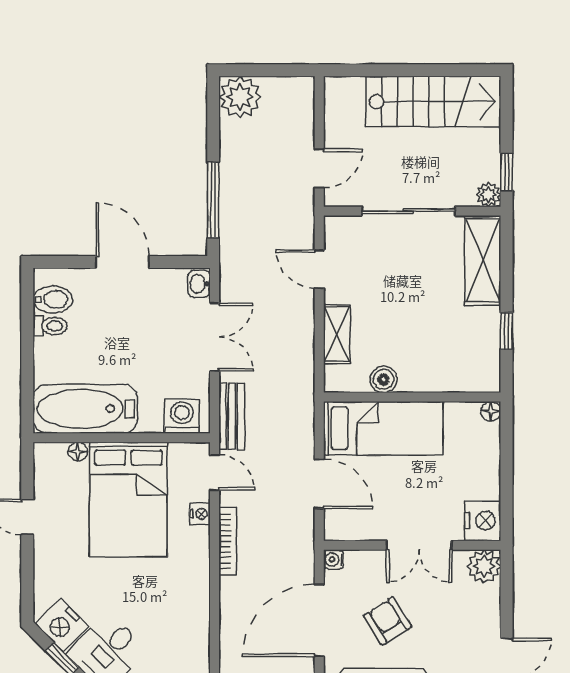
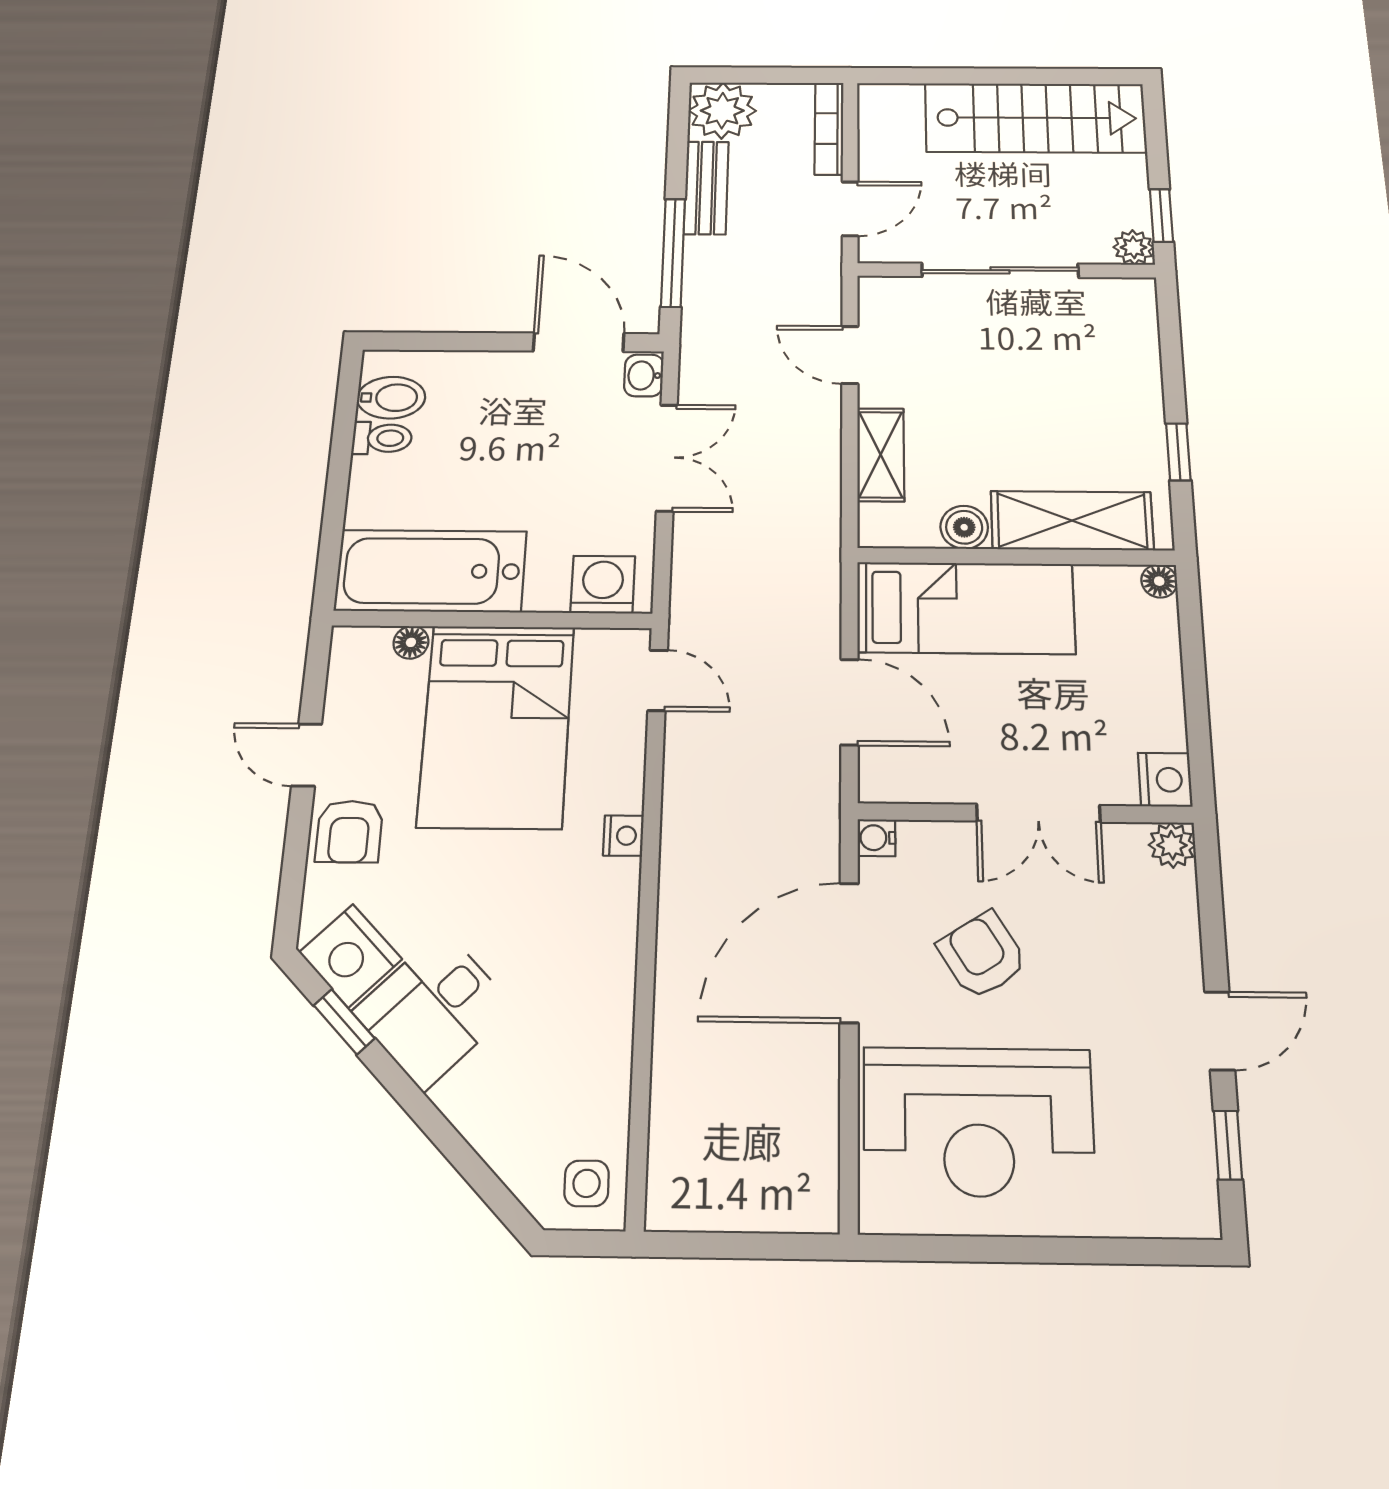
shelving: (483, 260) -> (1072, 521), moved, turned 90
door: (123, 262) -> (579, 342), moved
bench: (232, 416) -> (706, 188), moved
nightstand: (200, 514) -> (623, 836), moved
nightstand: (483, 521) -> (1165, 780), width x0.74, depth x0.75
bookcase: (228, 541) -> (829, 128), moved, turned 180
armchair: (55, 559) -> (349, 831), added
plant: (484, 566) -> (1172, 845), width x0.73, depth x0.73

